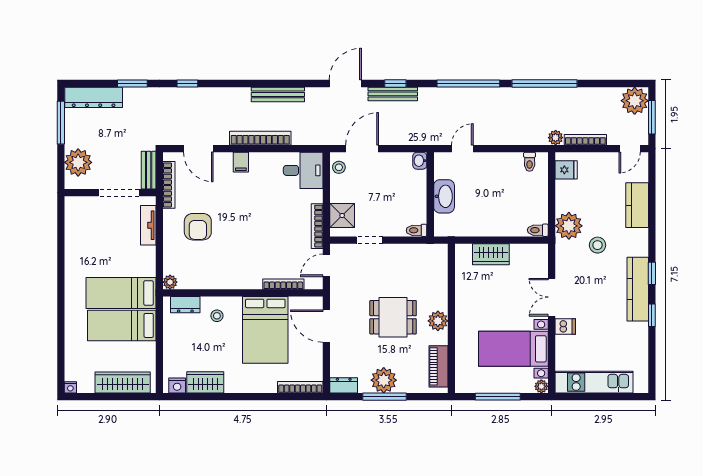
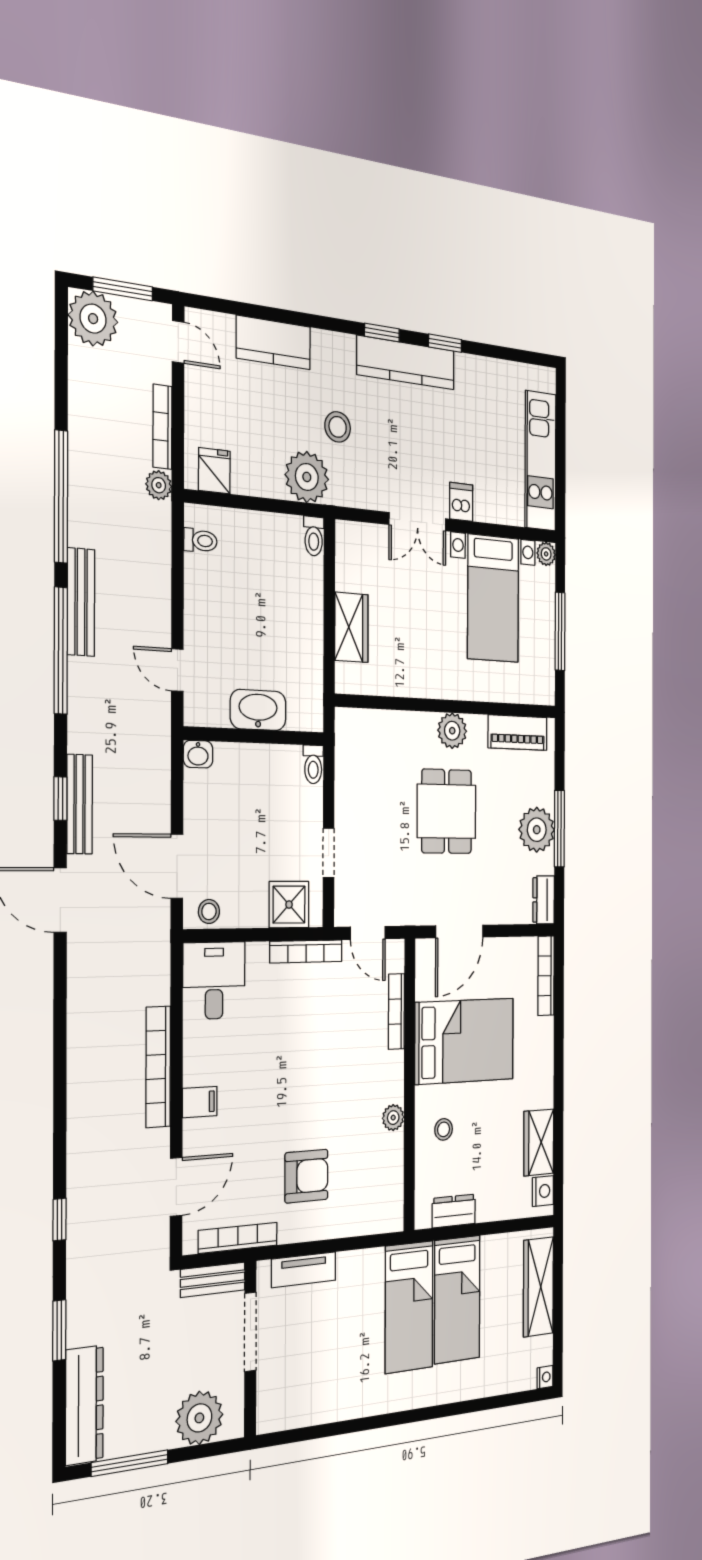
bench: (278, 94) -> (81, 602), moved
plant: (170, 282) -> (393, 1118), moved
dresser: (185, 305) -> (454, 1211), moved, turned -90

